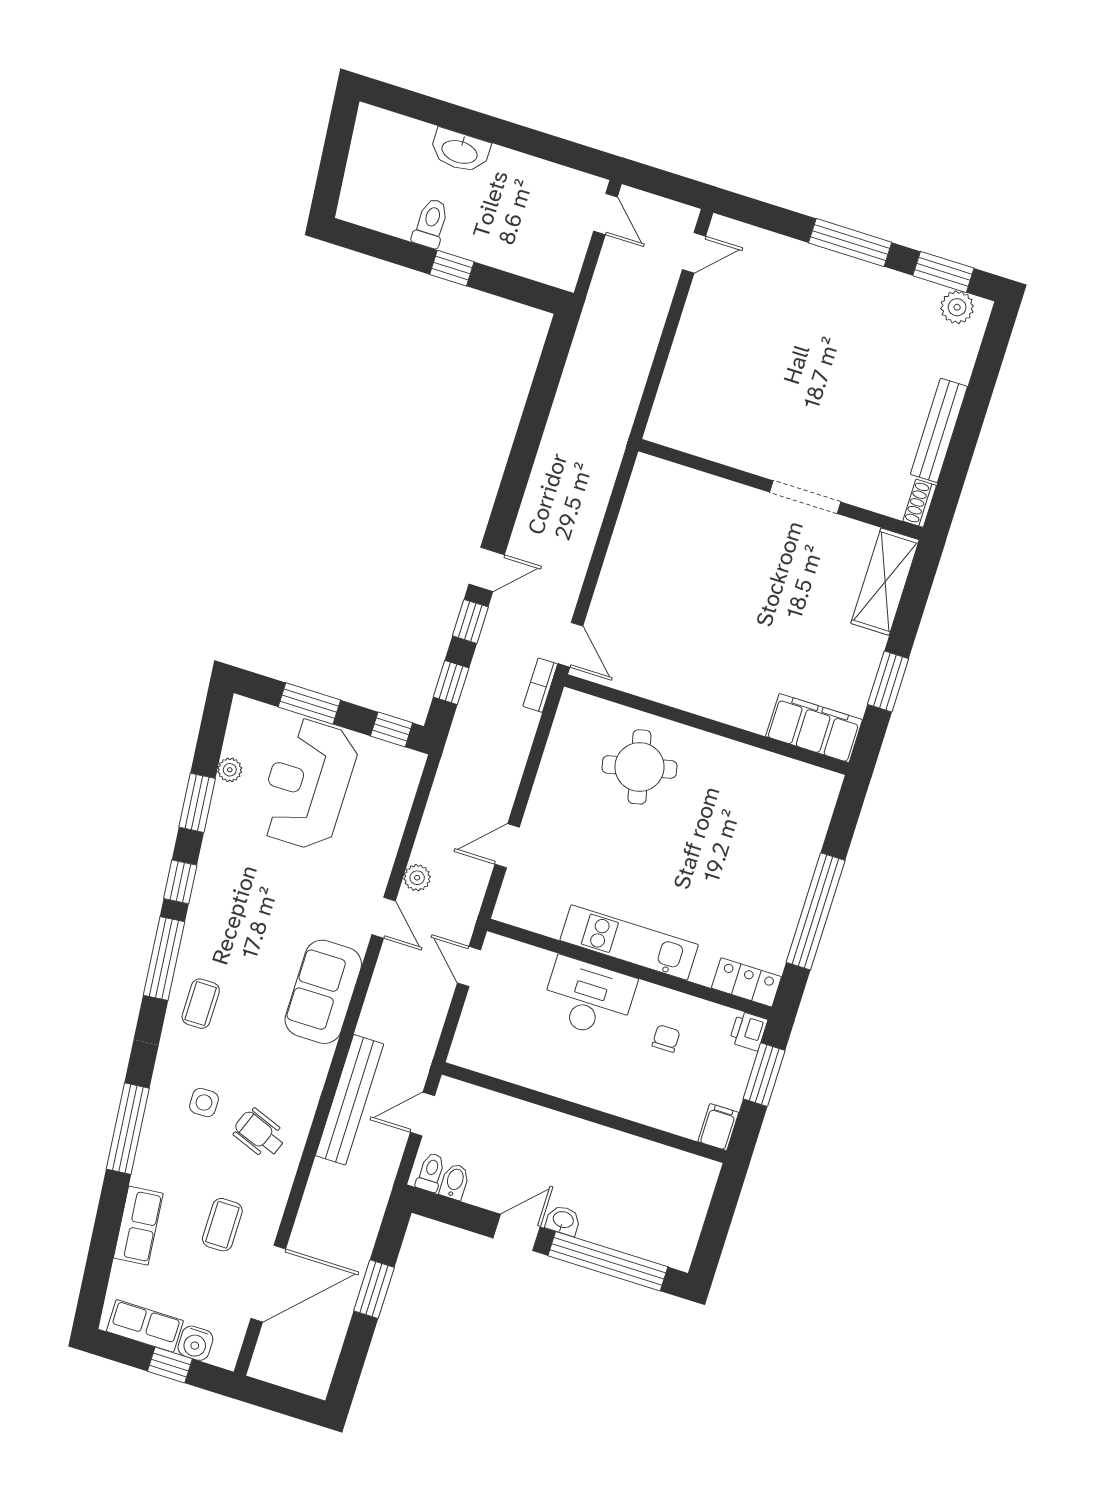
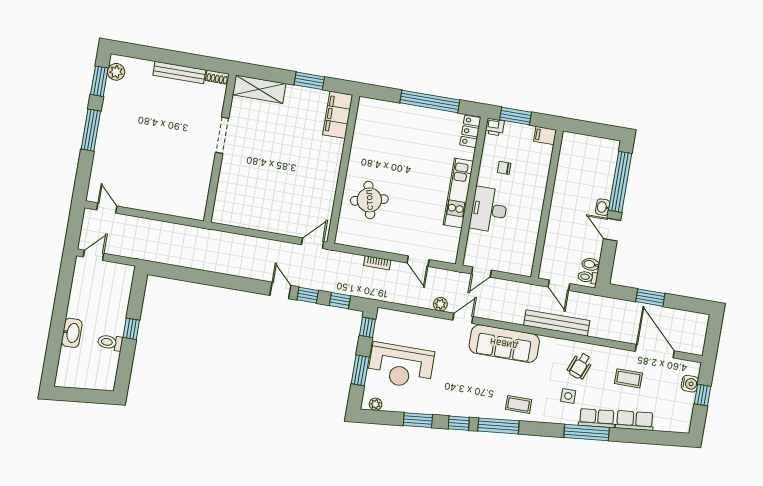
bookcase: (540, 685) -> (377, 263), moved
plant: (230, 770) -> (376, 404), moved
sofa: (323, 992) -> (504, 344), width x1.36
row of seats: (145, 1326) -> (597, 418), moved, turned 85

